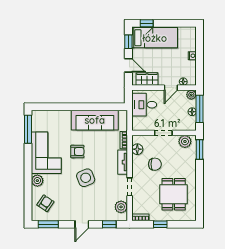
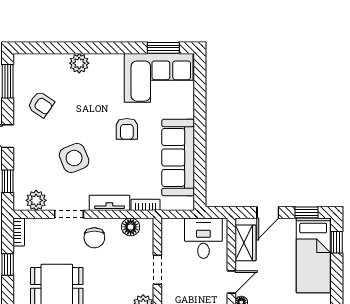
door: (171, 88) -> (231, 282), swing flipped
window: (28, 129) -> (163, 48), width x0.69
corner sofa: (46, 153) -> (159, 78), moved
chair: (155, 164) -> (94, 238), moved
side table: (86, 178) -> (74, 158), moved
armchair: (45, 203) -> (41, 104), moved

